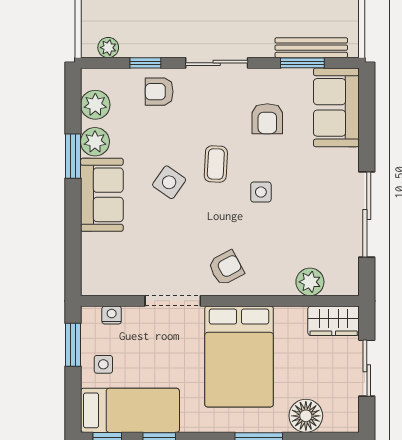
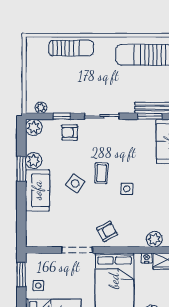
plant: (95, 105) -> (34, 127), moved
armchair: (267, 119) -> (130, 148), removed
nightstand: (112, 315) -> (147, 258), moved

